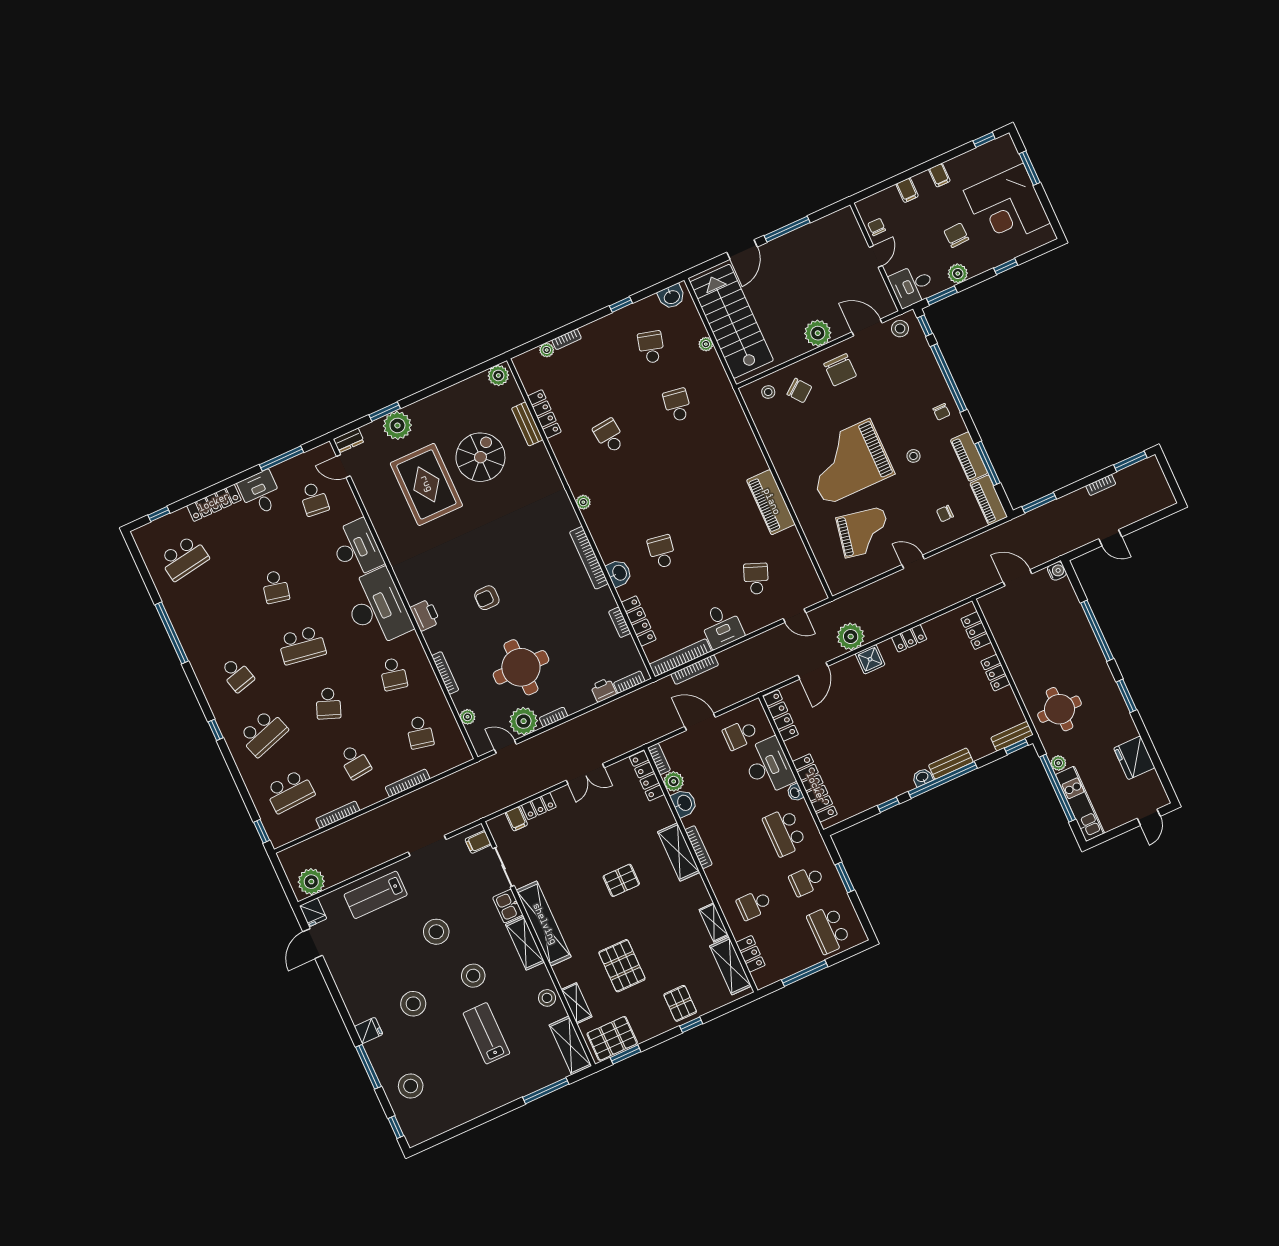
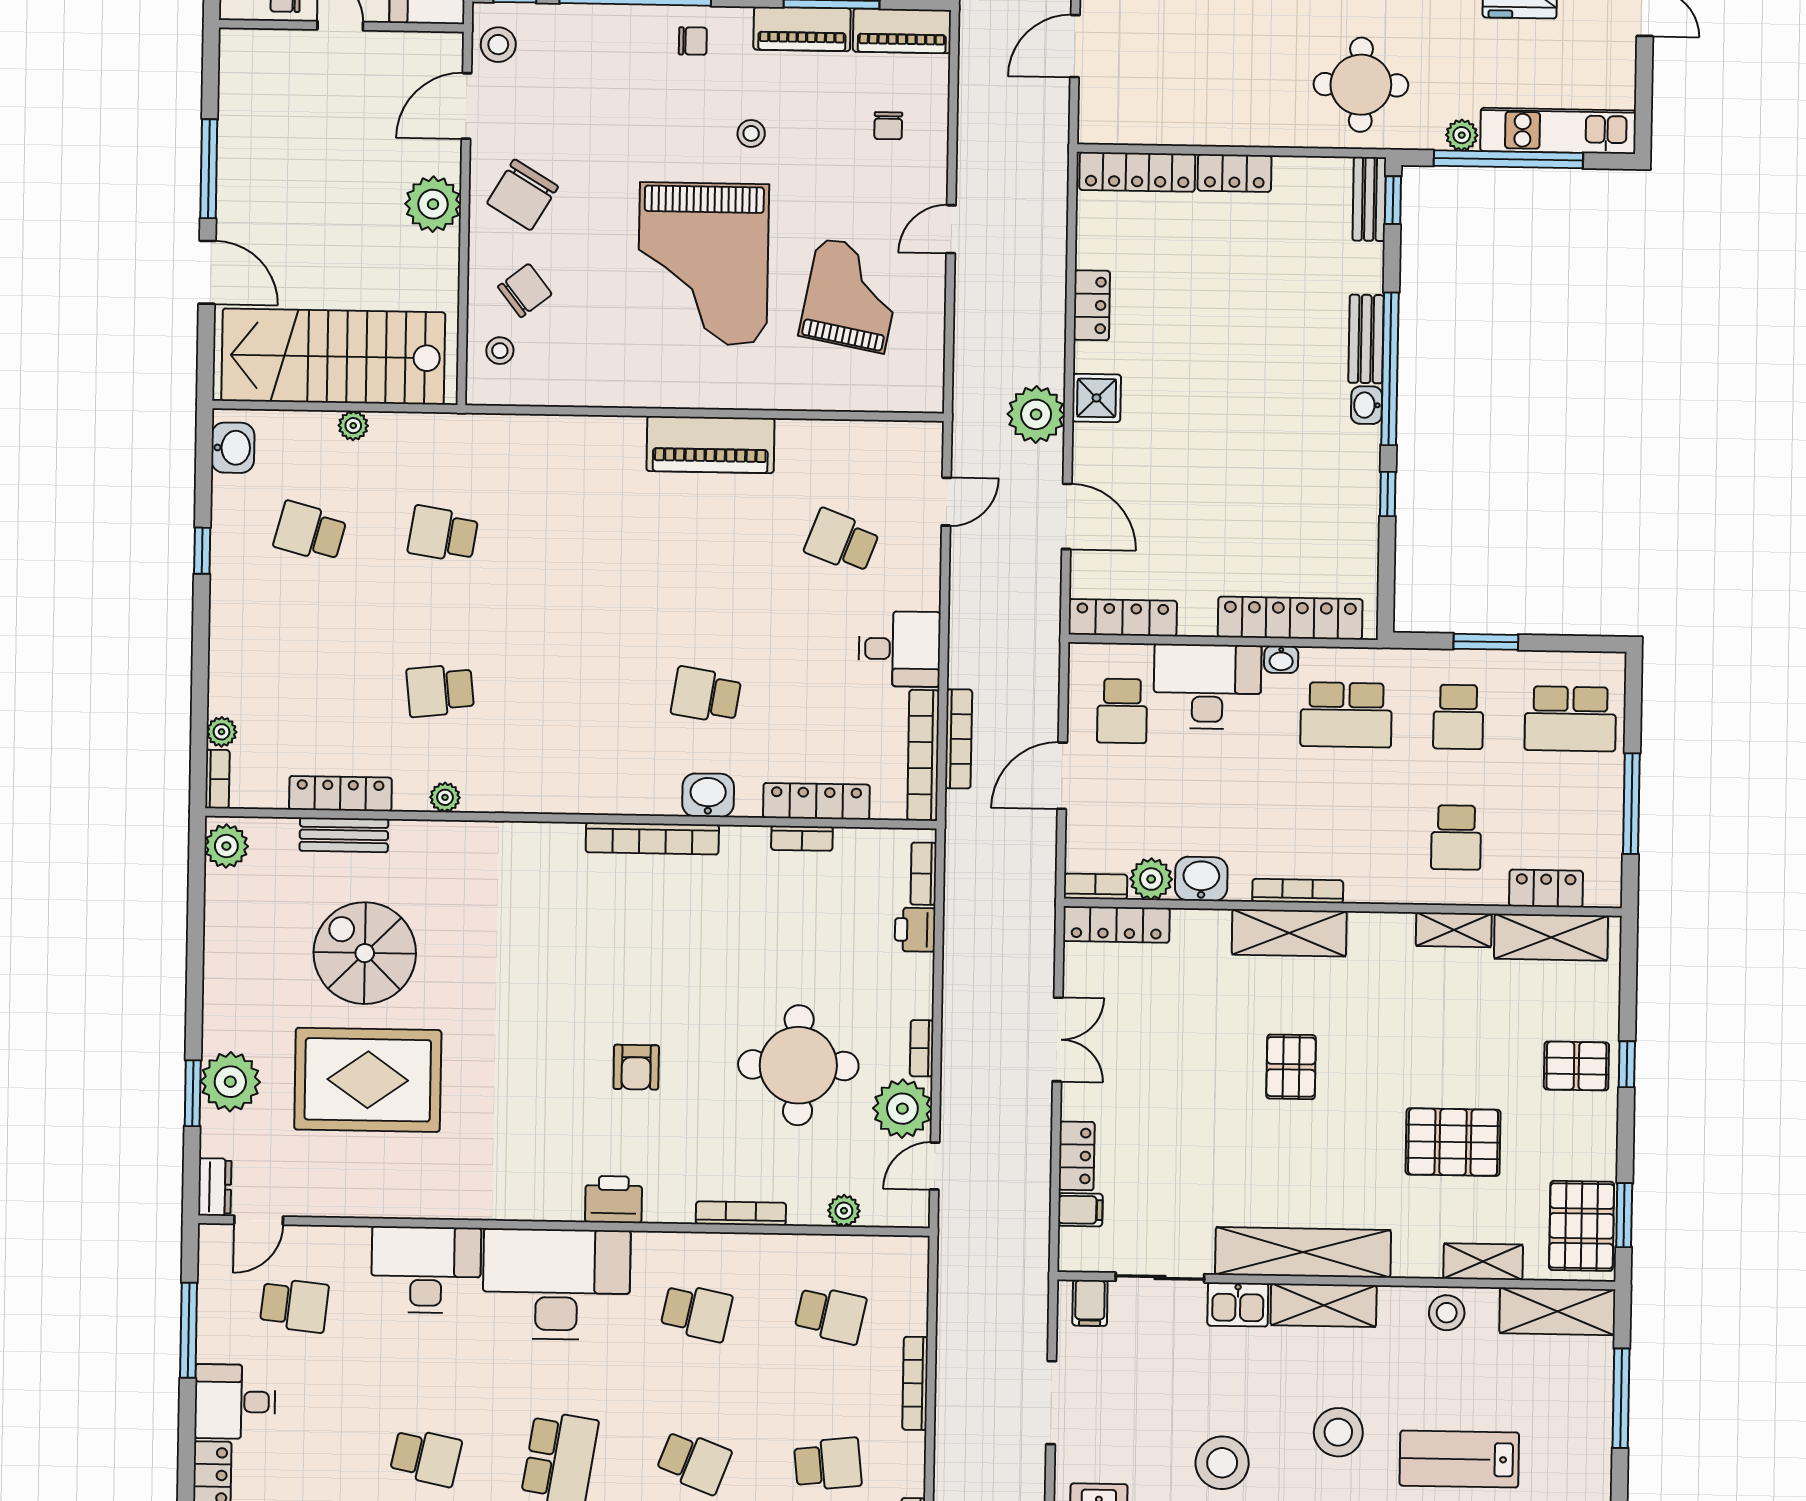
bookcase: (567, 339) -> (217, 779), moved
chair: (840, 370) -> (522, 195), turned 121
plant: (583, 502) -> (445, 797), moved
locker: (976, 631) -> (1137, 172), width x1.53

